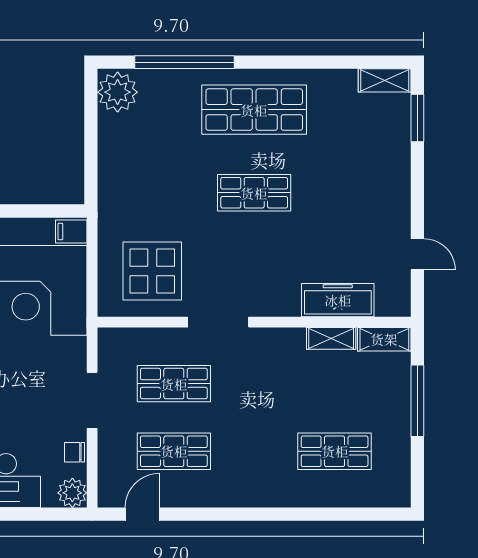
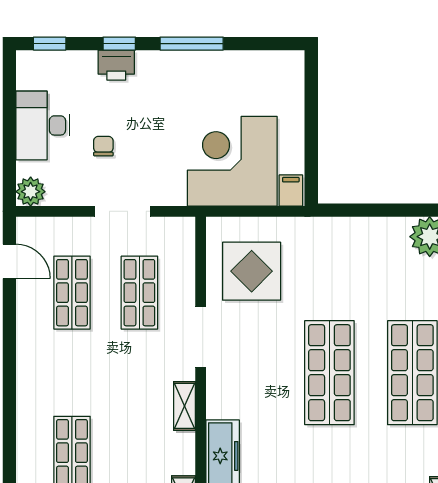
shop shelf: (254, 193) -> (329, 373), width x1.43, depth x1.36
shelving: (331, 338) -> (184, 406), moved
chair: (74, 452) -> (103, 146), moved

